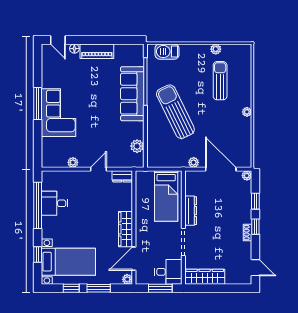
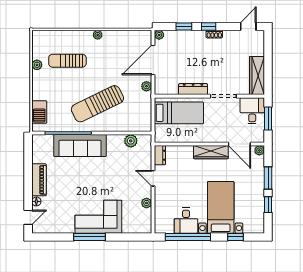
bed with nightstands: (68, 262) -> (221, 207), moved

